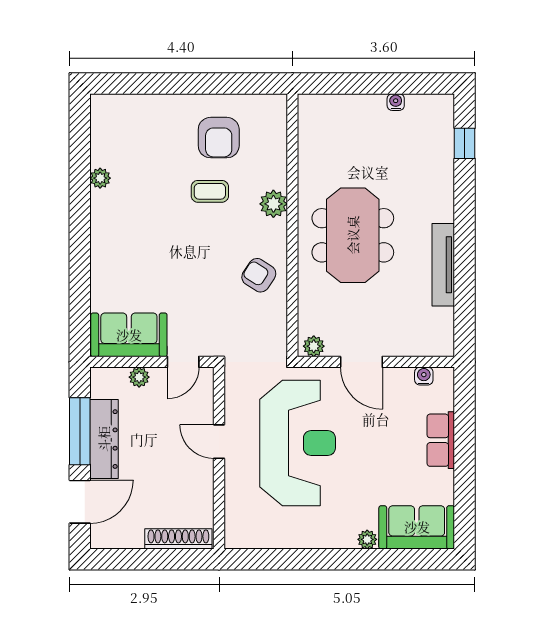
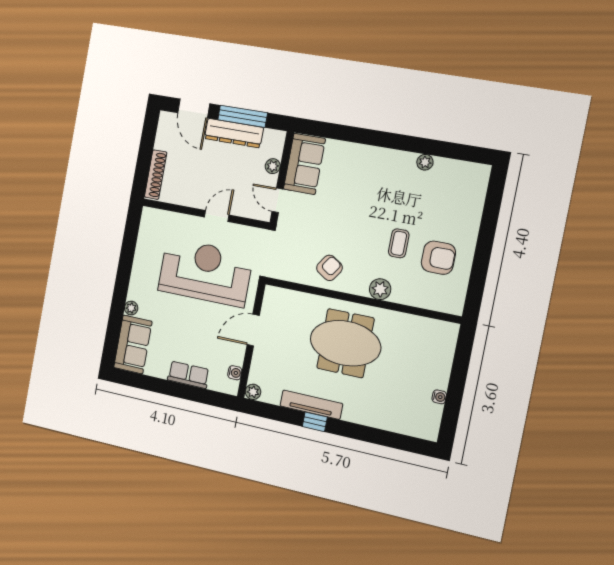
armchair: (219, 138) -> (438, 258), turned 180
window: (465, 143) -> (315, 422), moved
plant: (314, 346) -> (253, 392), moved
reception desk: (298, 443) -> (205, 272), turned 180

